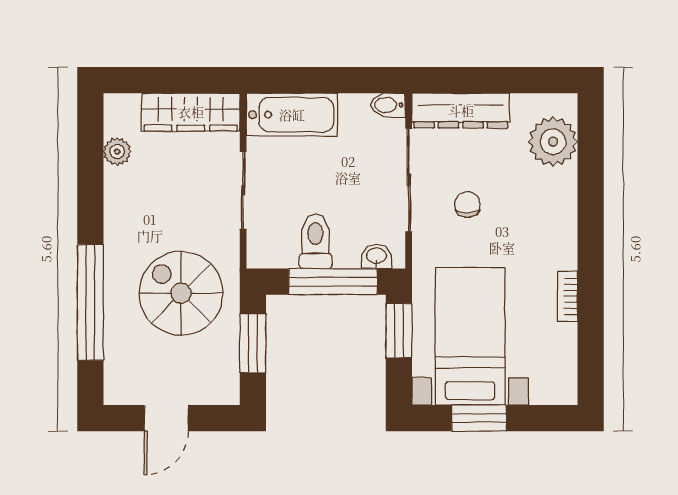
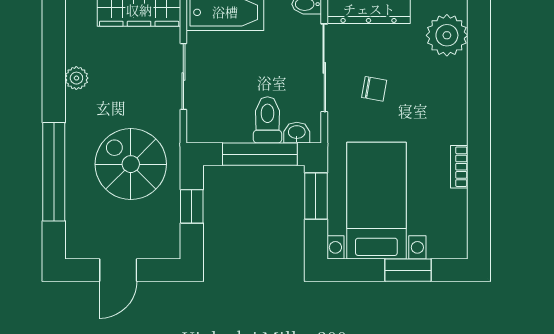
plant: (117, 152) -> (76, 78), moved
chair: (467, 205) -> (374, 89), turned 100
toilet: (315, 241) -> (267, 120), moved
window: (253, 343) -> (192, 206), width x0.67
window: (479, 418) -> (408, 270), moved

